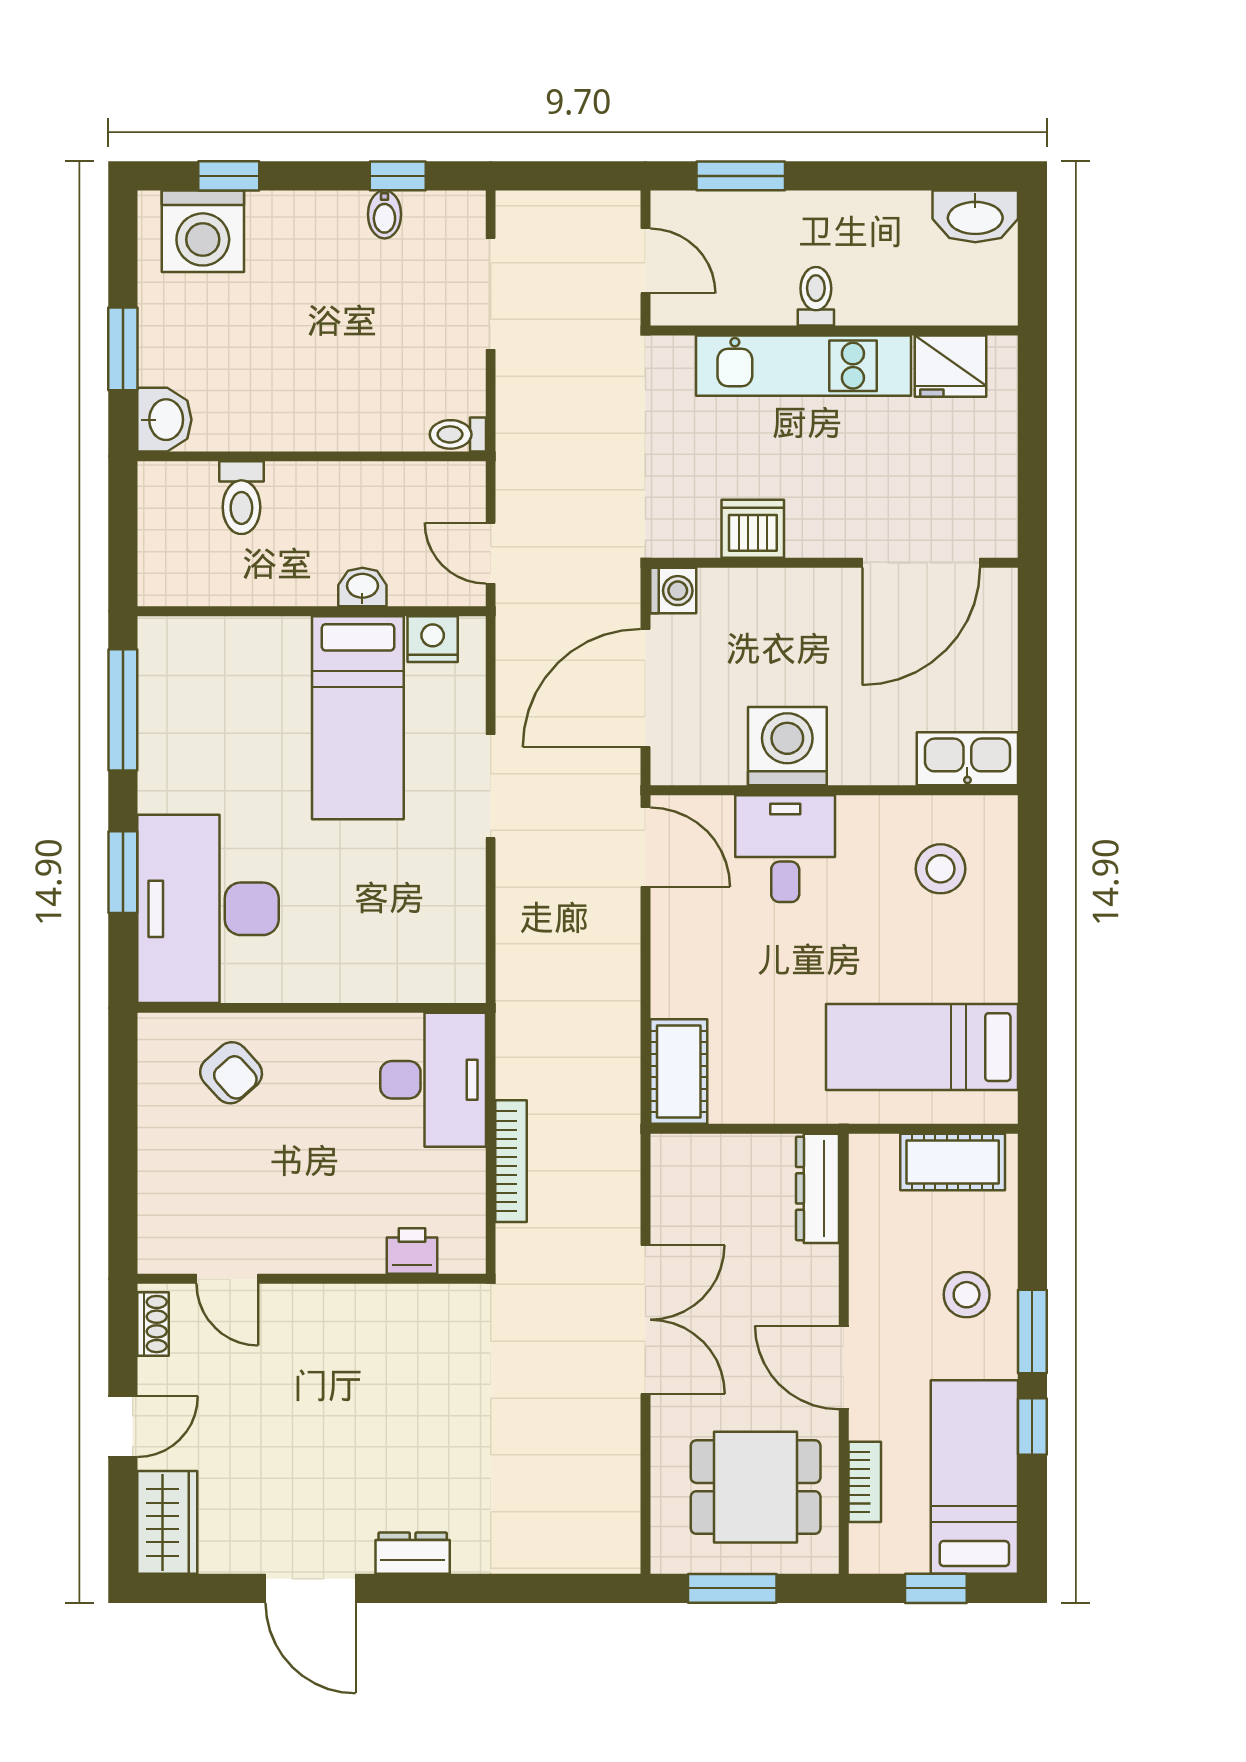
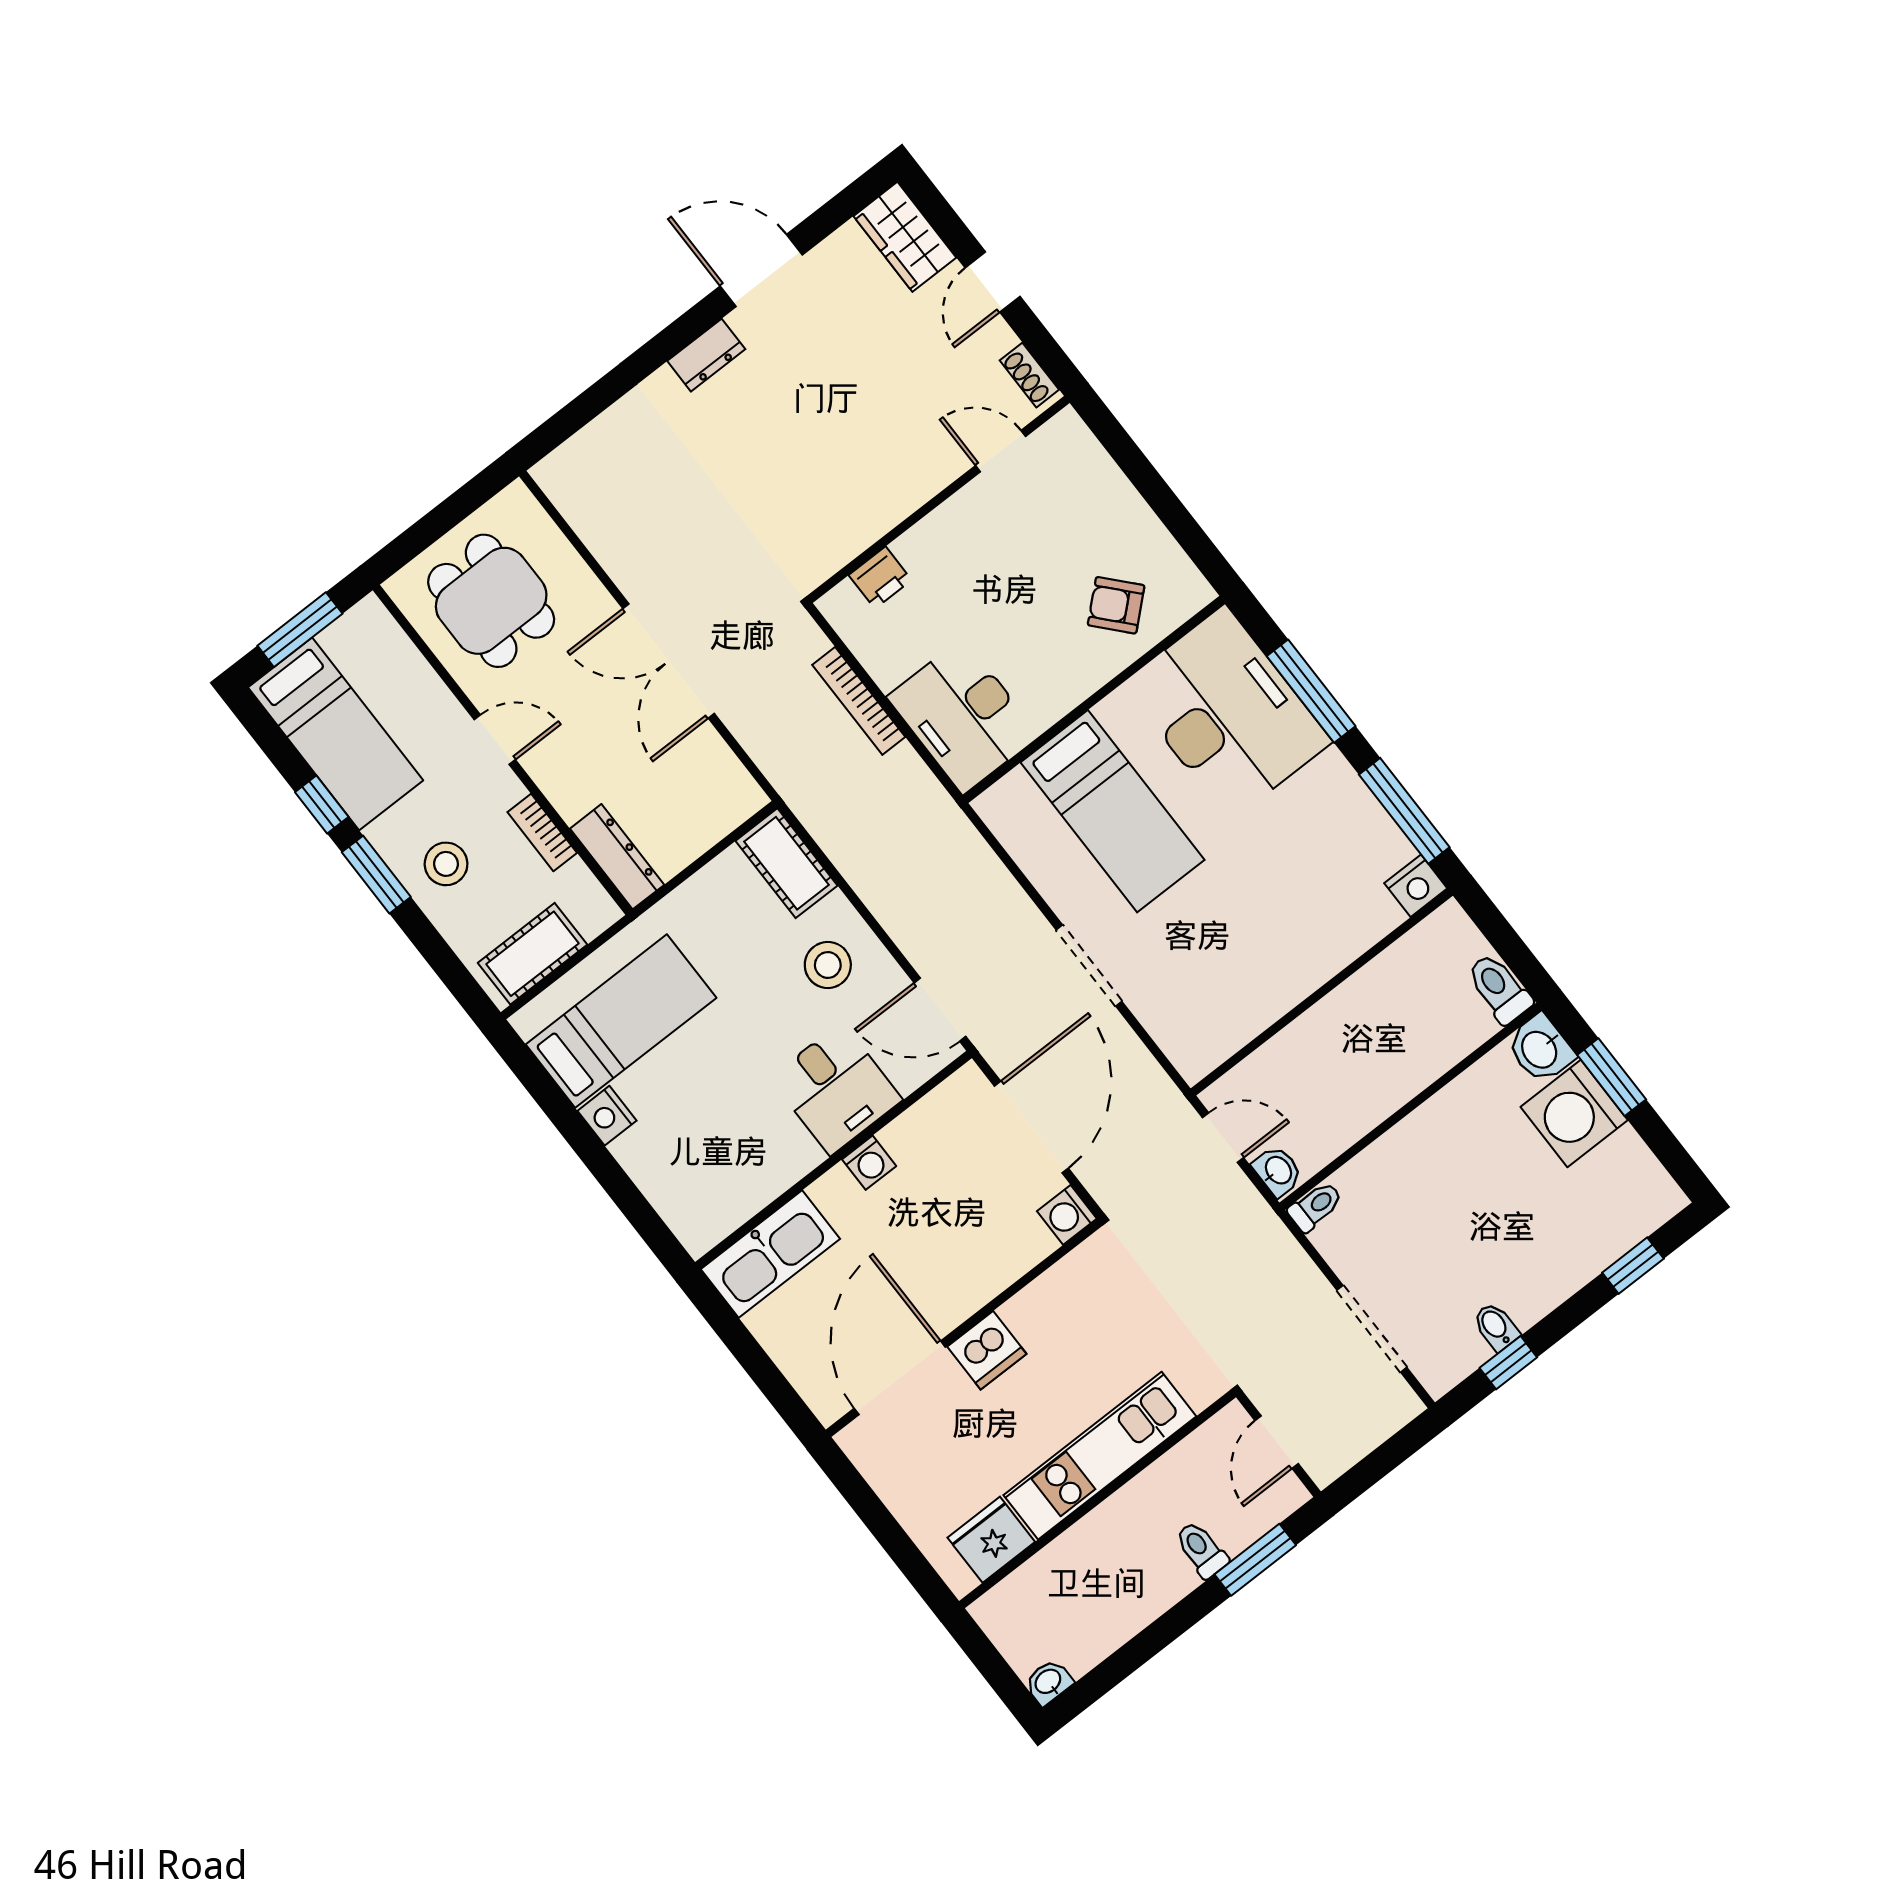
washbasin: (975, 216) -> (1048, 1682), width x0.52, depth x0.69
washing machine: (203, 231) -> (1574, 1113), moved, turned -90
door: (645, 261) -> (1277, 1442), hinge flipped
toilet: (816, 296) -> (1201, 1550), moved, turned 180
toilet: (241, 498) -> (1499, 988), moved
dishwasher: (753, 529) -> (987, 1350), moved
washbasin: (362, 587) -> (1278, 1171), moved, turned -90
nightstand: (433, 639) -> (1416, 886), moved
bed: (358, 718) -> (1112, 811), moved, turned 180
washing machine: (787, 746) -> (869, 1163), width x0.53, depth x0.53
kitchen sink: (967, 759) -> (770, 1254), width x1.36, depth x1.24
stool: (941, 869) -> (828, 965), moved
window: (123, 872) -> (1311, 691), width x1.44
nightstand: (996, 976) -> (607, 1116), added
door: (844, 1367) -> (495, 740), width x0.73
bookcase: (865, 1482) -> (542, 832), moved
dining table: (756, 1487) -> (491, 601), turned 90
window: (732, 1588) -> (450, 513), removed
window: (936, 1588) -> (300, 630), width x1.50

